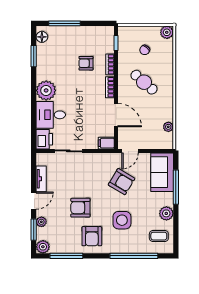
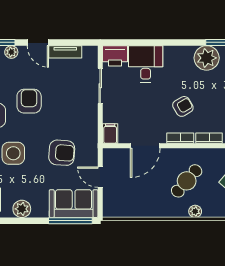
armchair: (86, 63) -> (183, 106), moved, turned 59
plant: (46, 90) -> (207, 58), moved
plant: (168, 127) -> (195, 211), moved
door: (130, 151) -> (100, 177), moved
armchair: (122, 182) -> (62, 153), turned -117
window: (176, 187) -> (70, 221), moved

